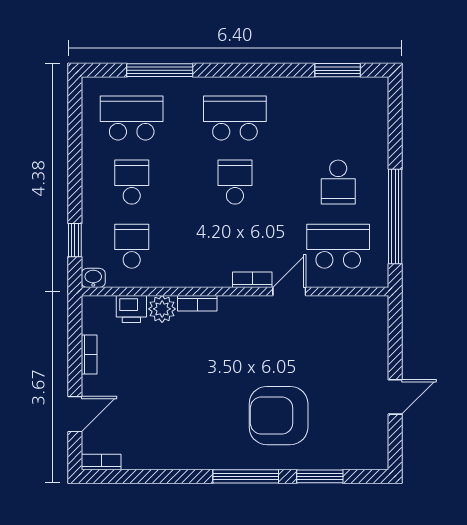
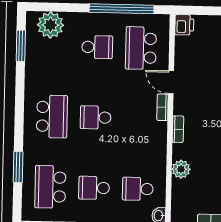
window: (160, 70) -> (18, 167), width x0.69
plant: (369, 113) -> (50, 25), added
school desk: (235, 118) -> (52, 116), turned 180
bookcase: (197, 303) -> (178, 129), moved
printer: (131, 309) -> (184, 25), moved

